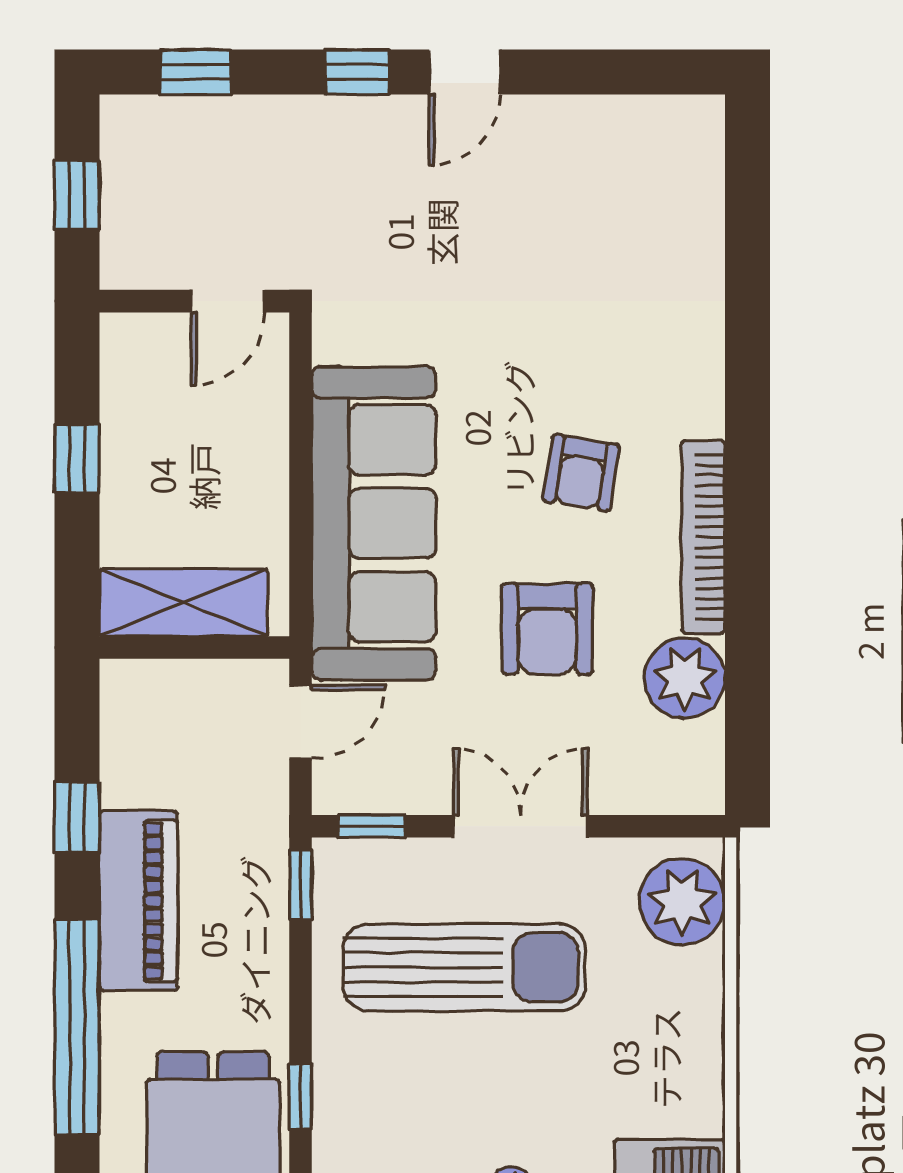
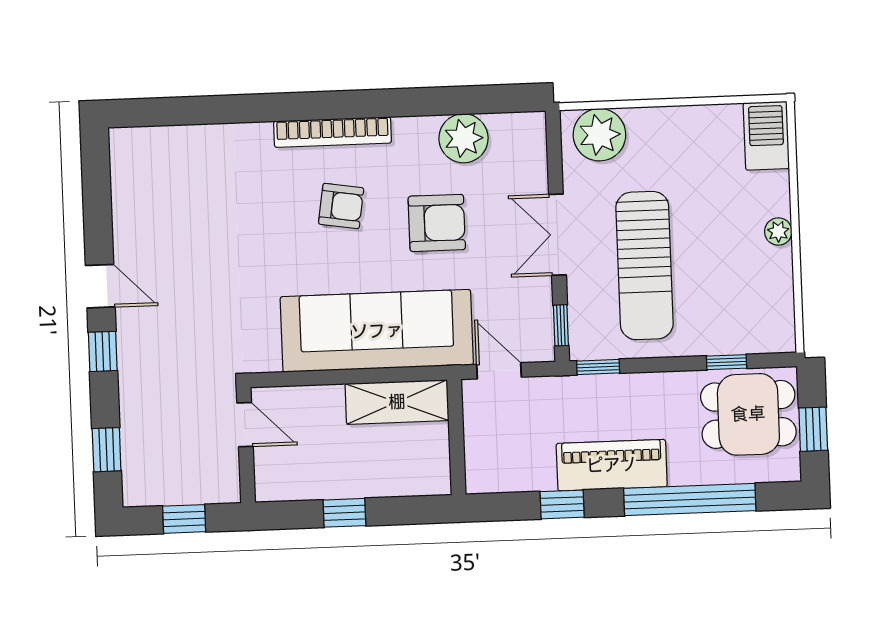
bookcase: (703, 537) -> (333, 132), moved
shelving: (184, 603) -> (397, 402), moved, turned 90
sun lounger: (464, 967) -> (645, 266), turned 180

